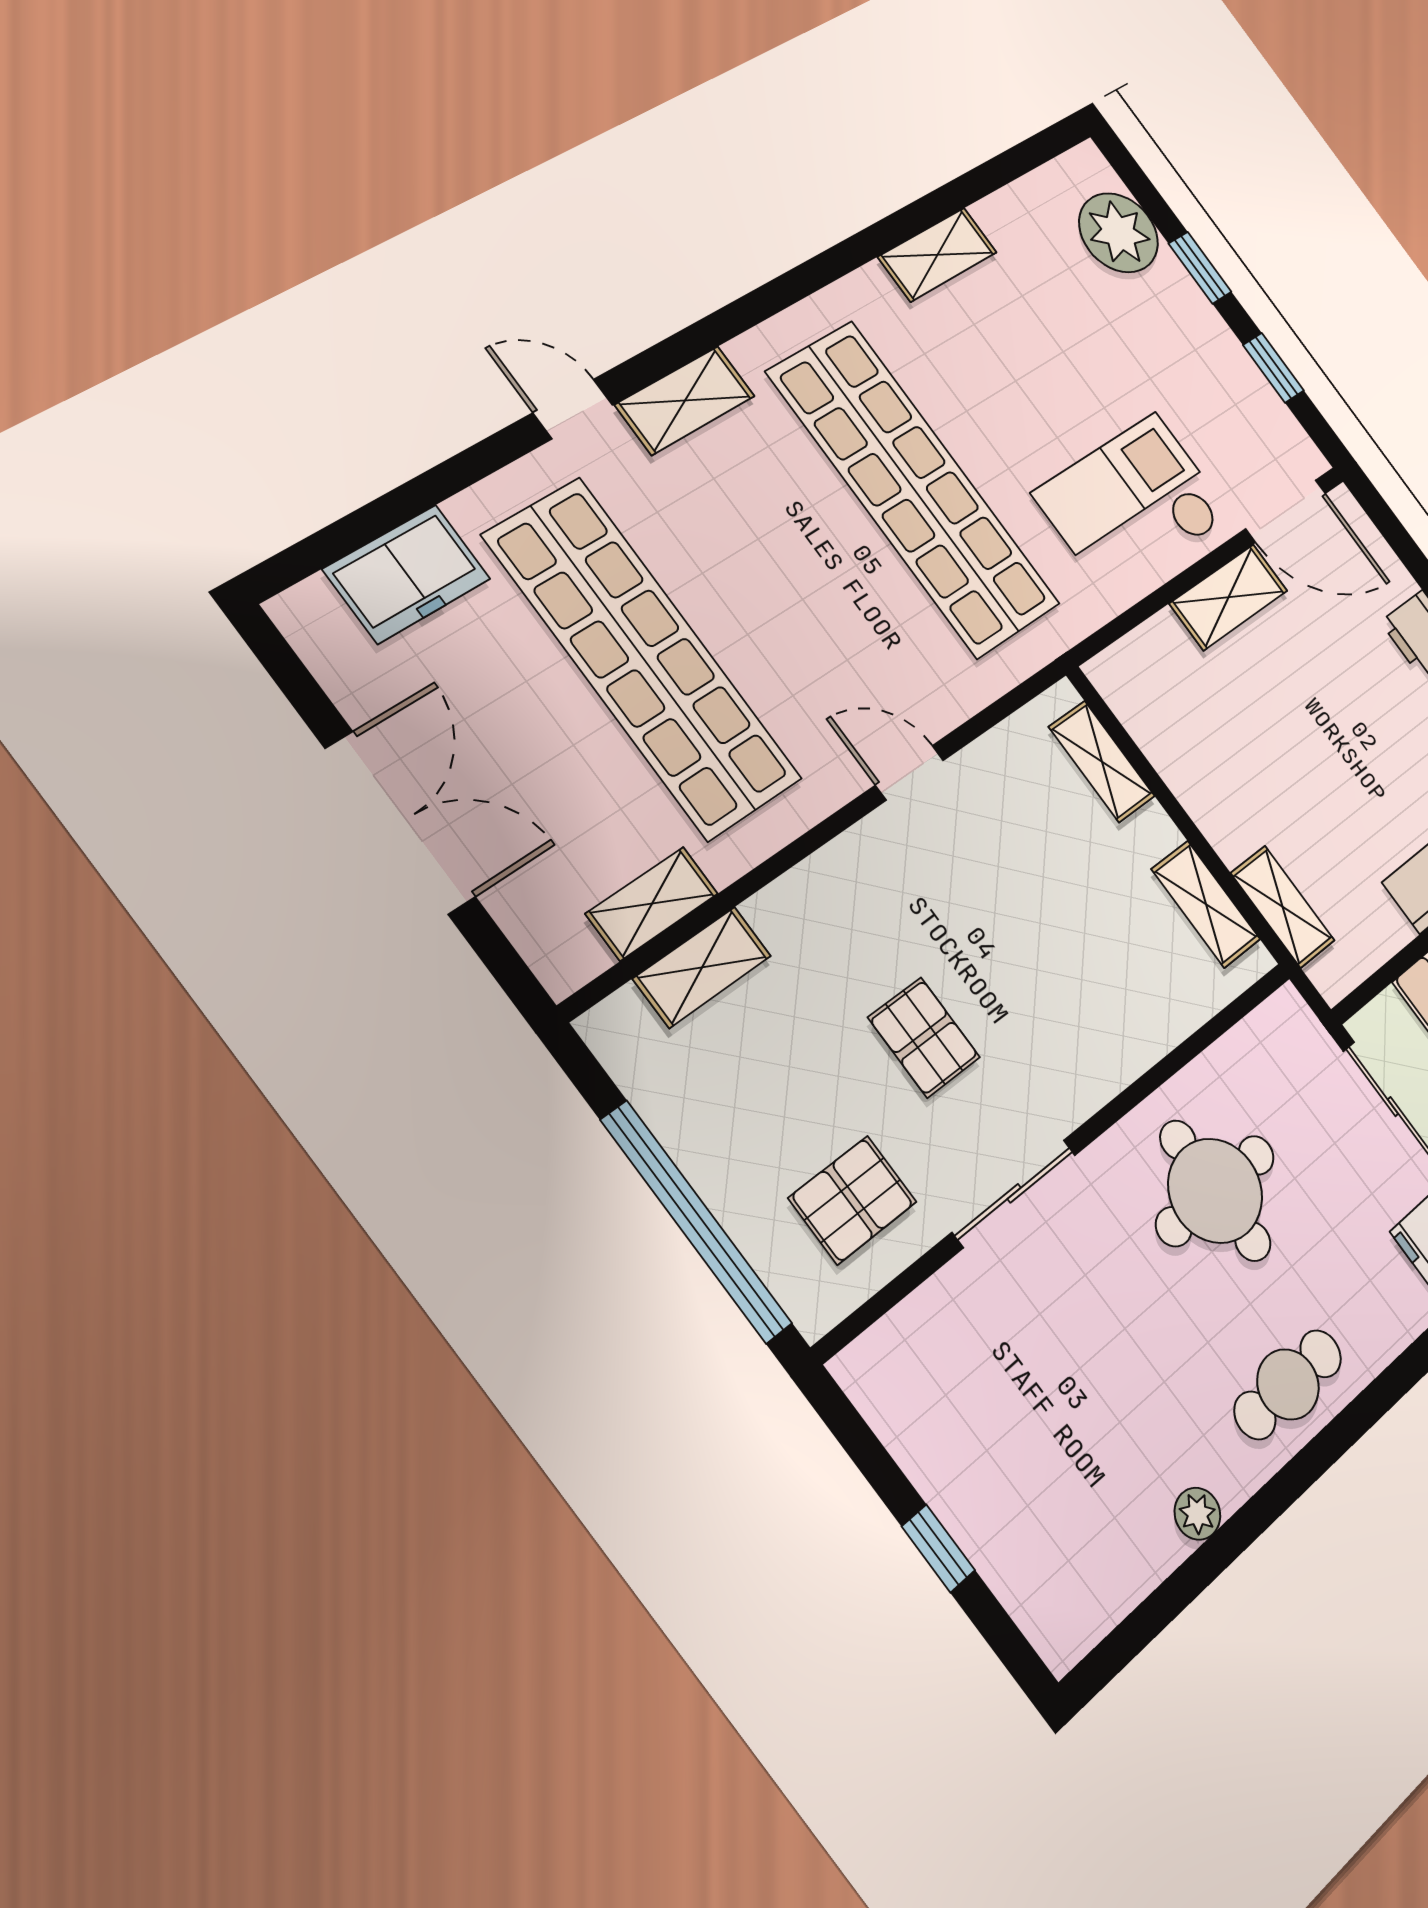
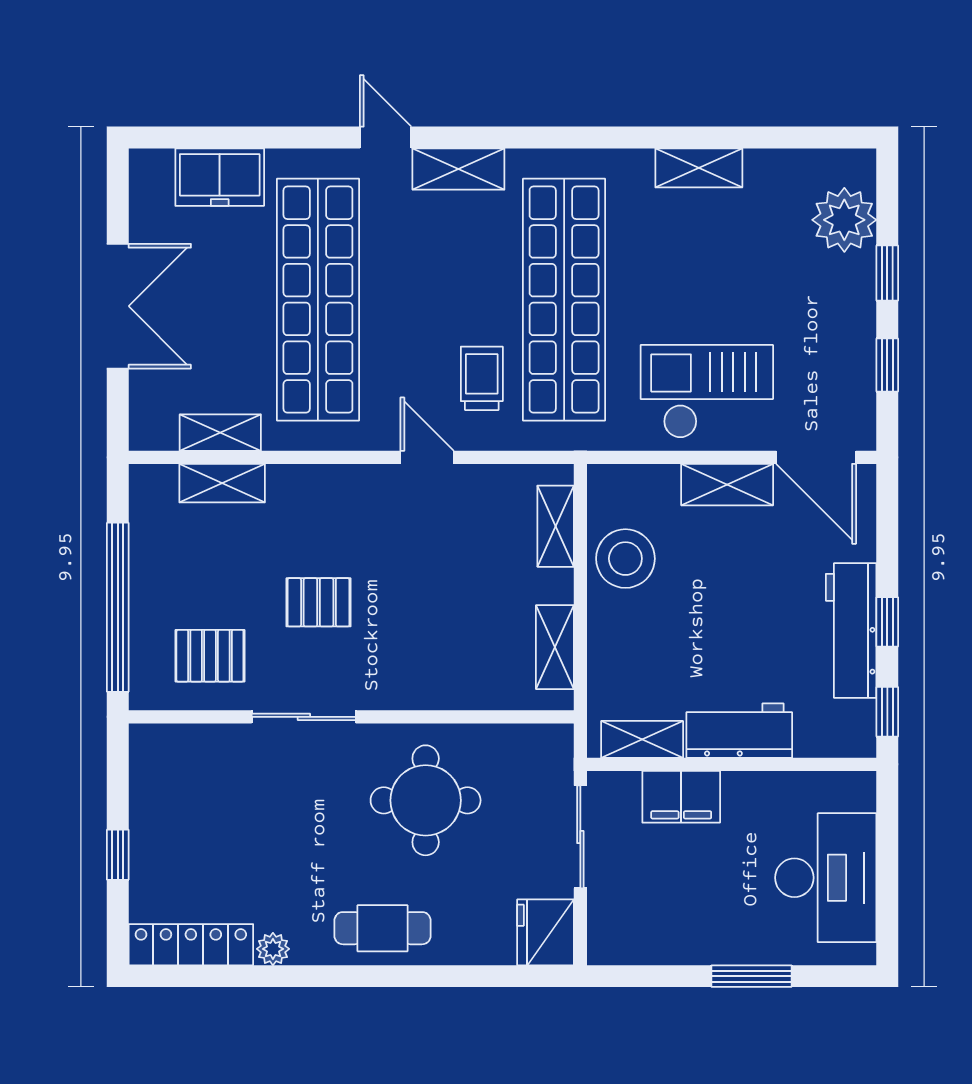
trolley: (897, 638) -> (482, 378), added
stool: (1197, 750) -> (625, 559), added
shelving: (1283, 907) -> (642, 739), moved, turned 90
pallet: (924, 1037) -> (318, 602), turned 90
locker: (1107, 1590) -> (191, 945), added

